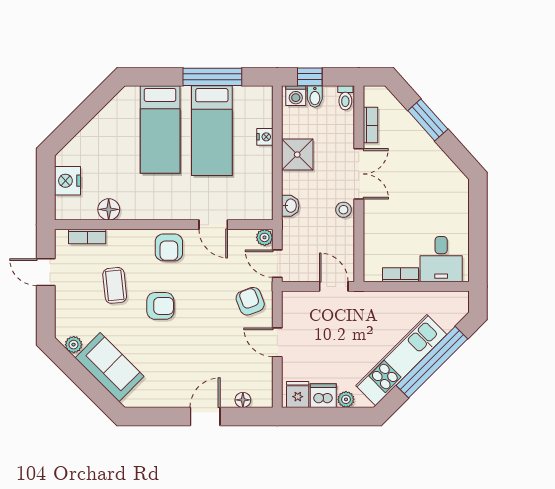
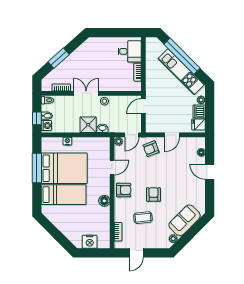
bed: (212, 131) -> (64, 168), width x1.50
shower: (297, 155) -> (88, 125), moved
floor lamp: (109, 209) -> (104, 201), moved

